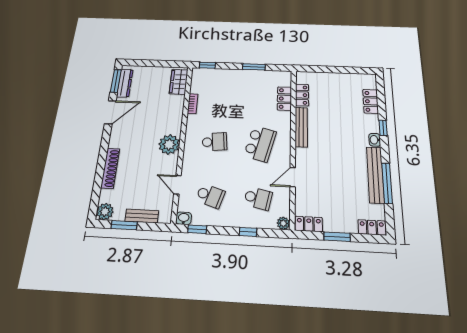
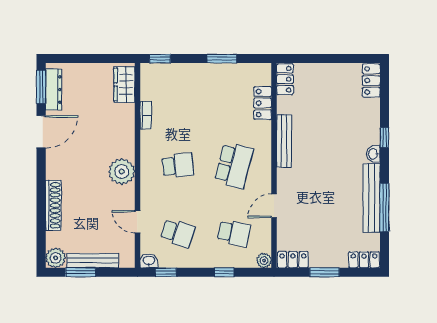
locker: (302, 95) -> (285, 79), moved
locker: (371, 101) -> (371, 80), moved
bench: (142, 216) -> (93, 261), width x1.36

